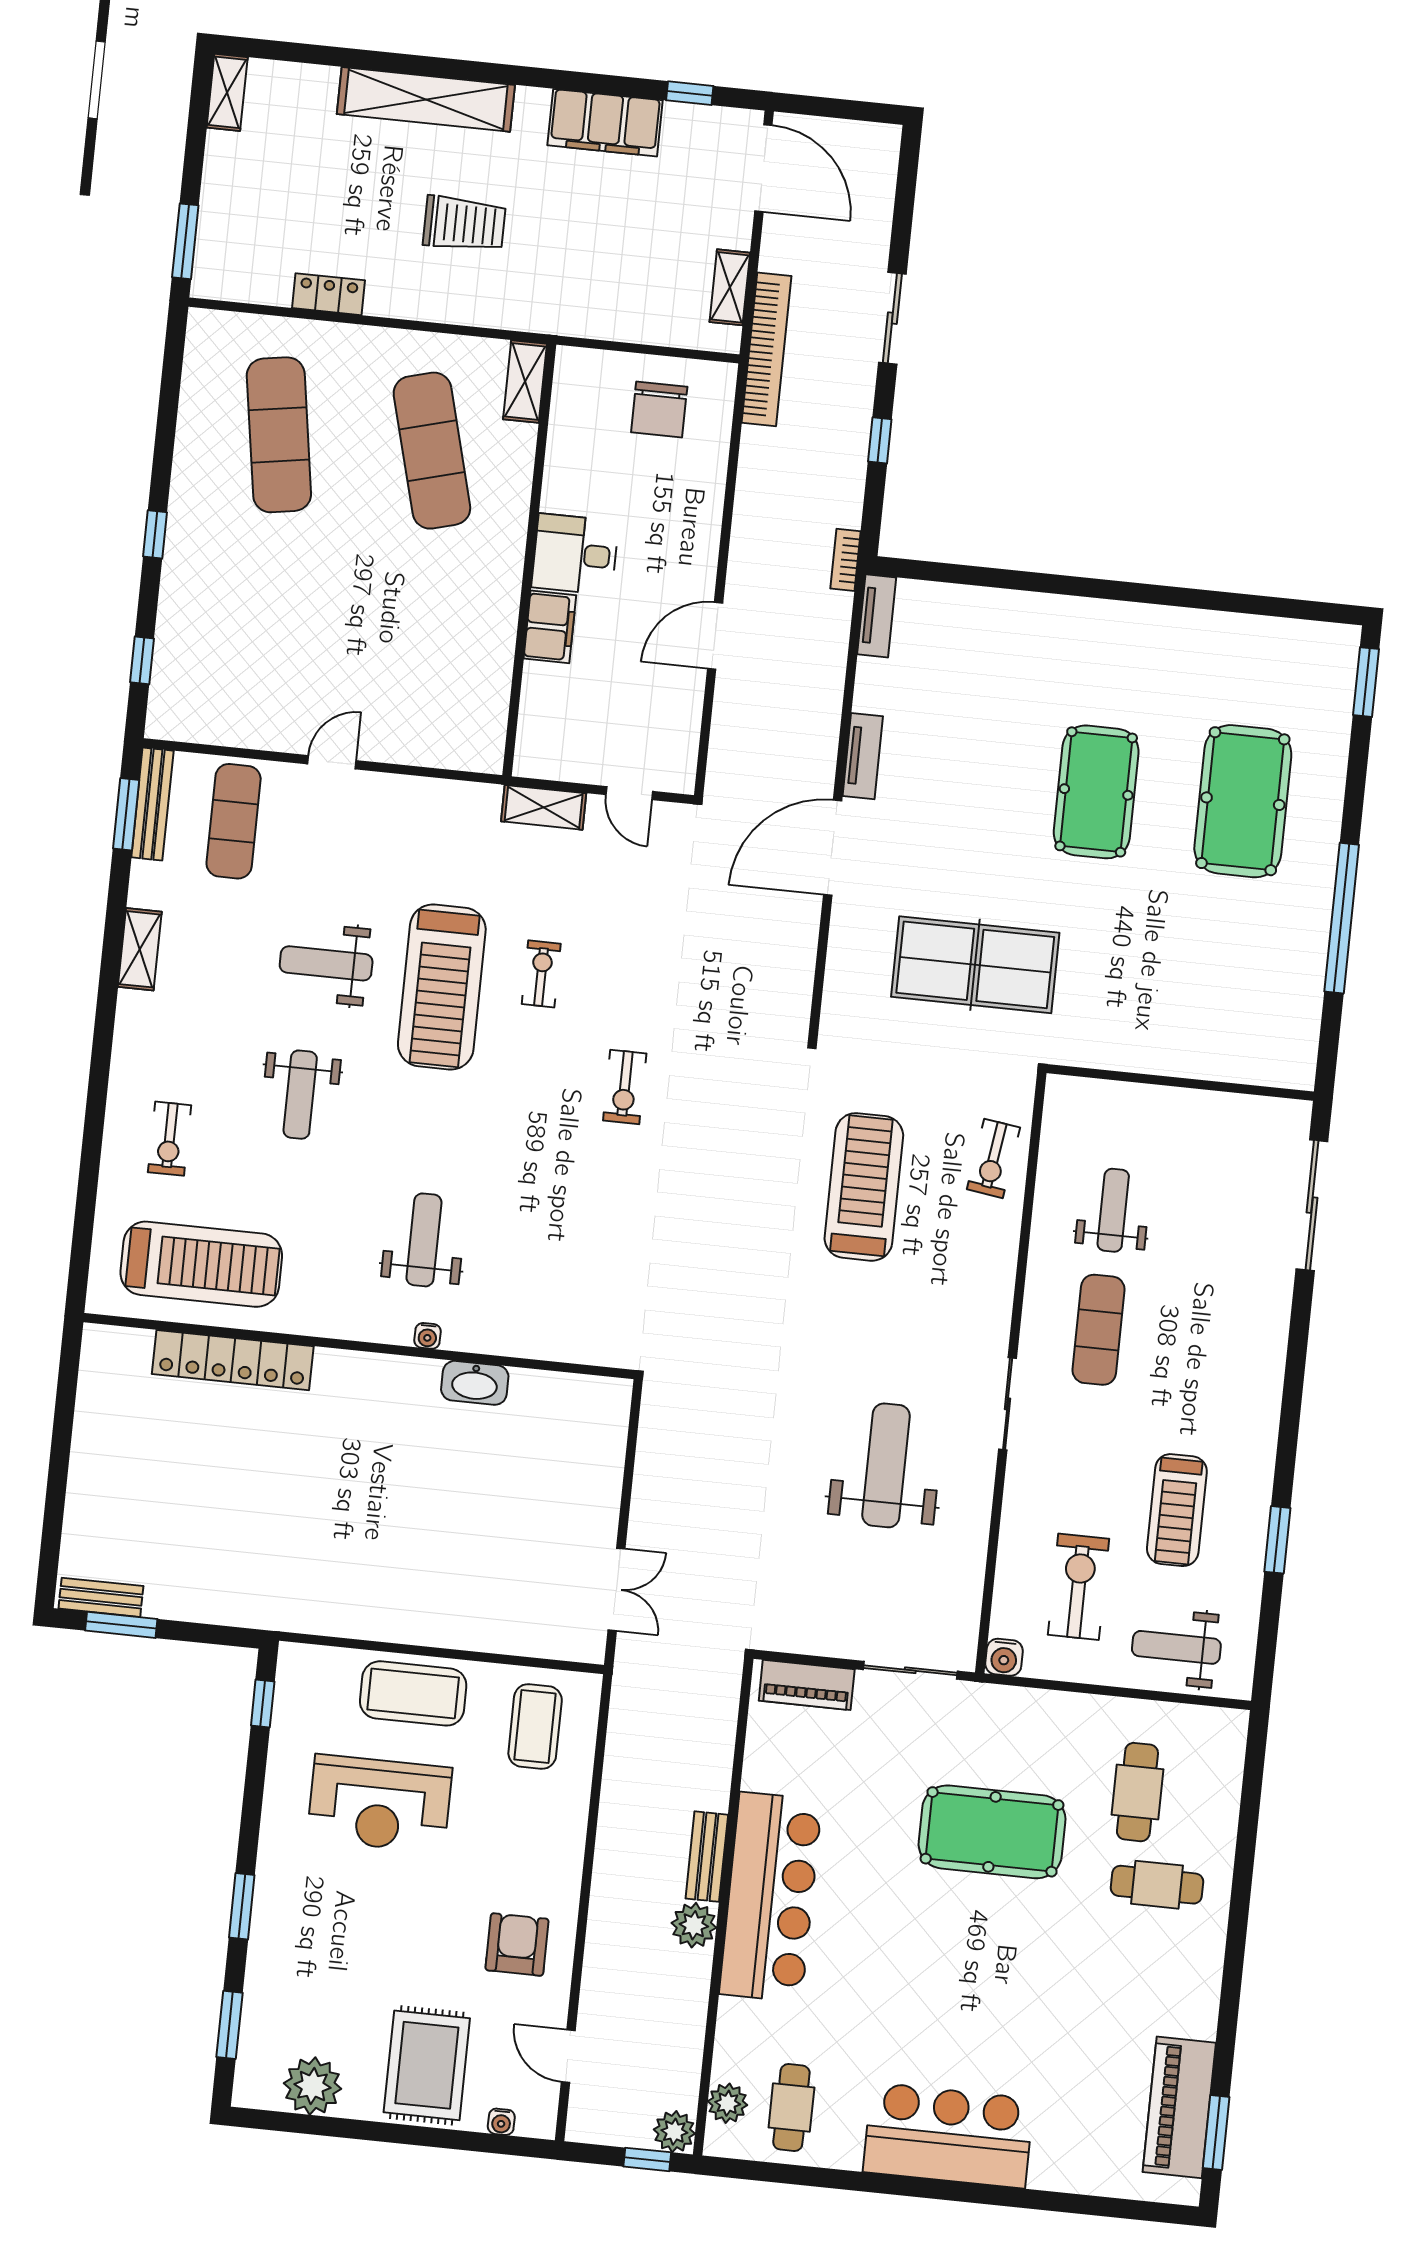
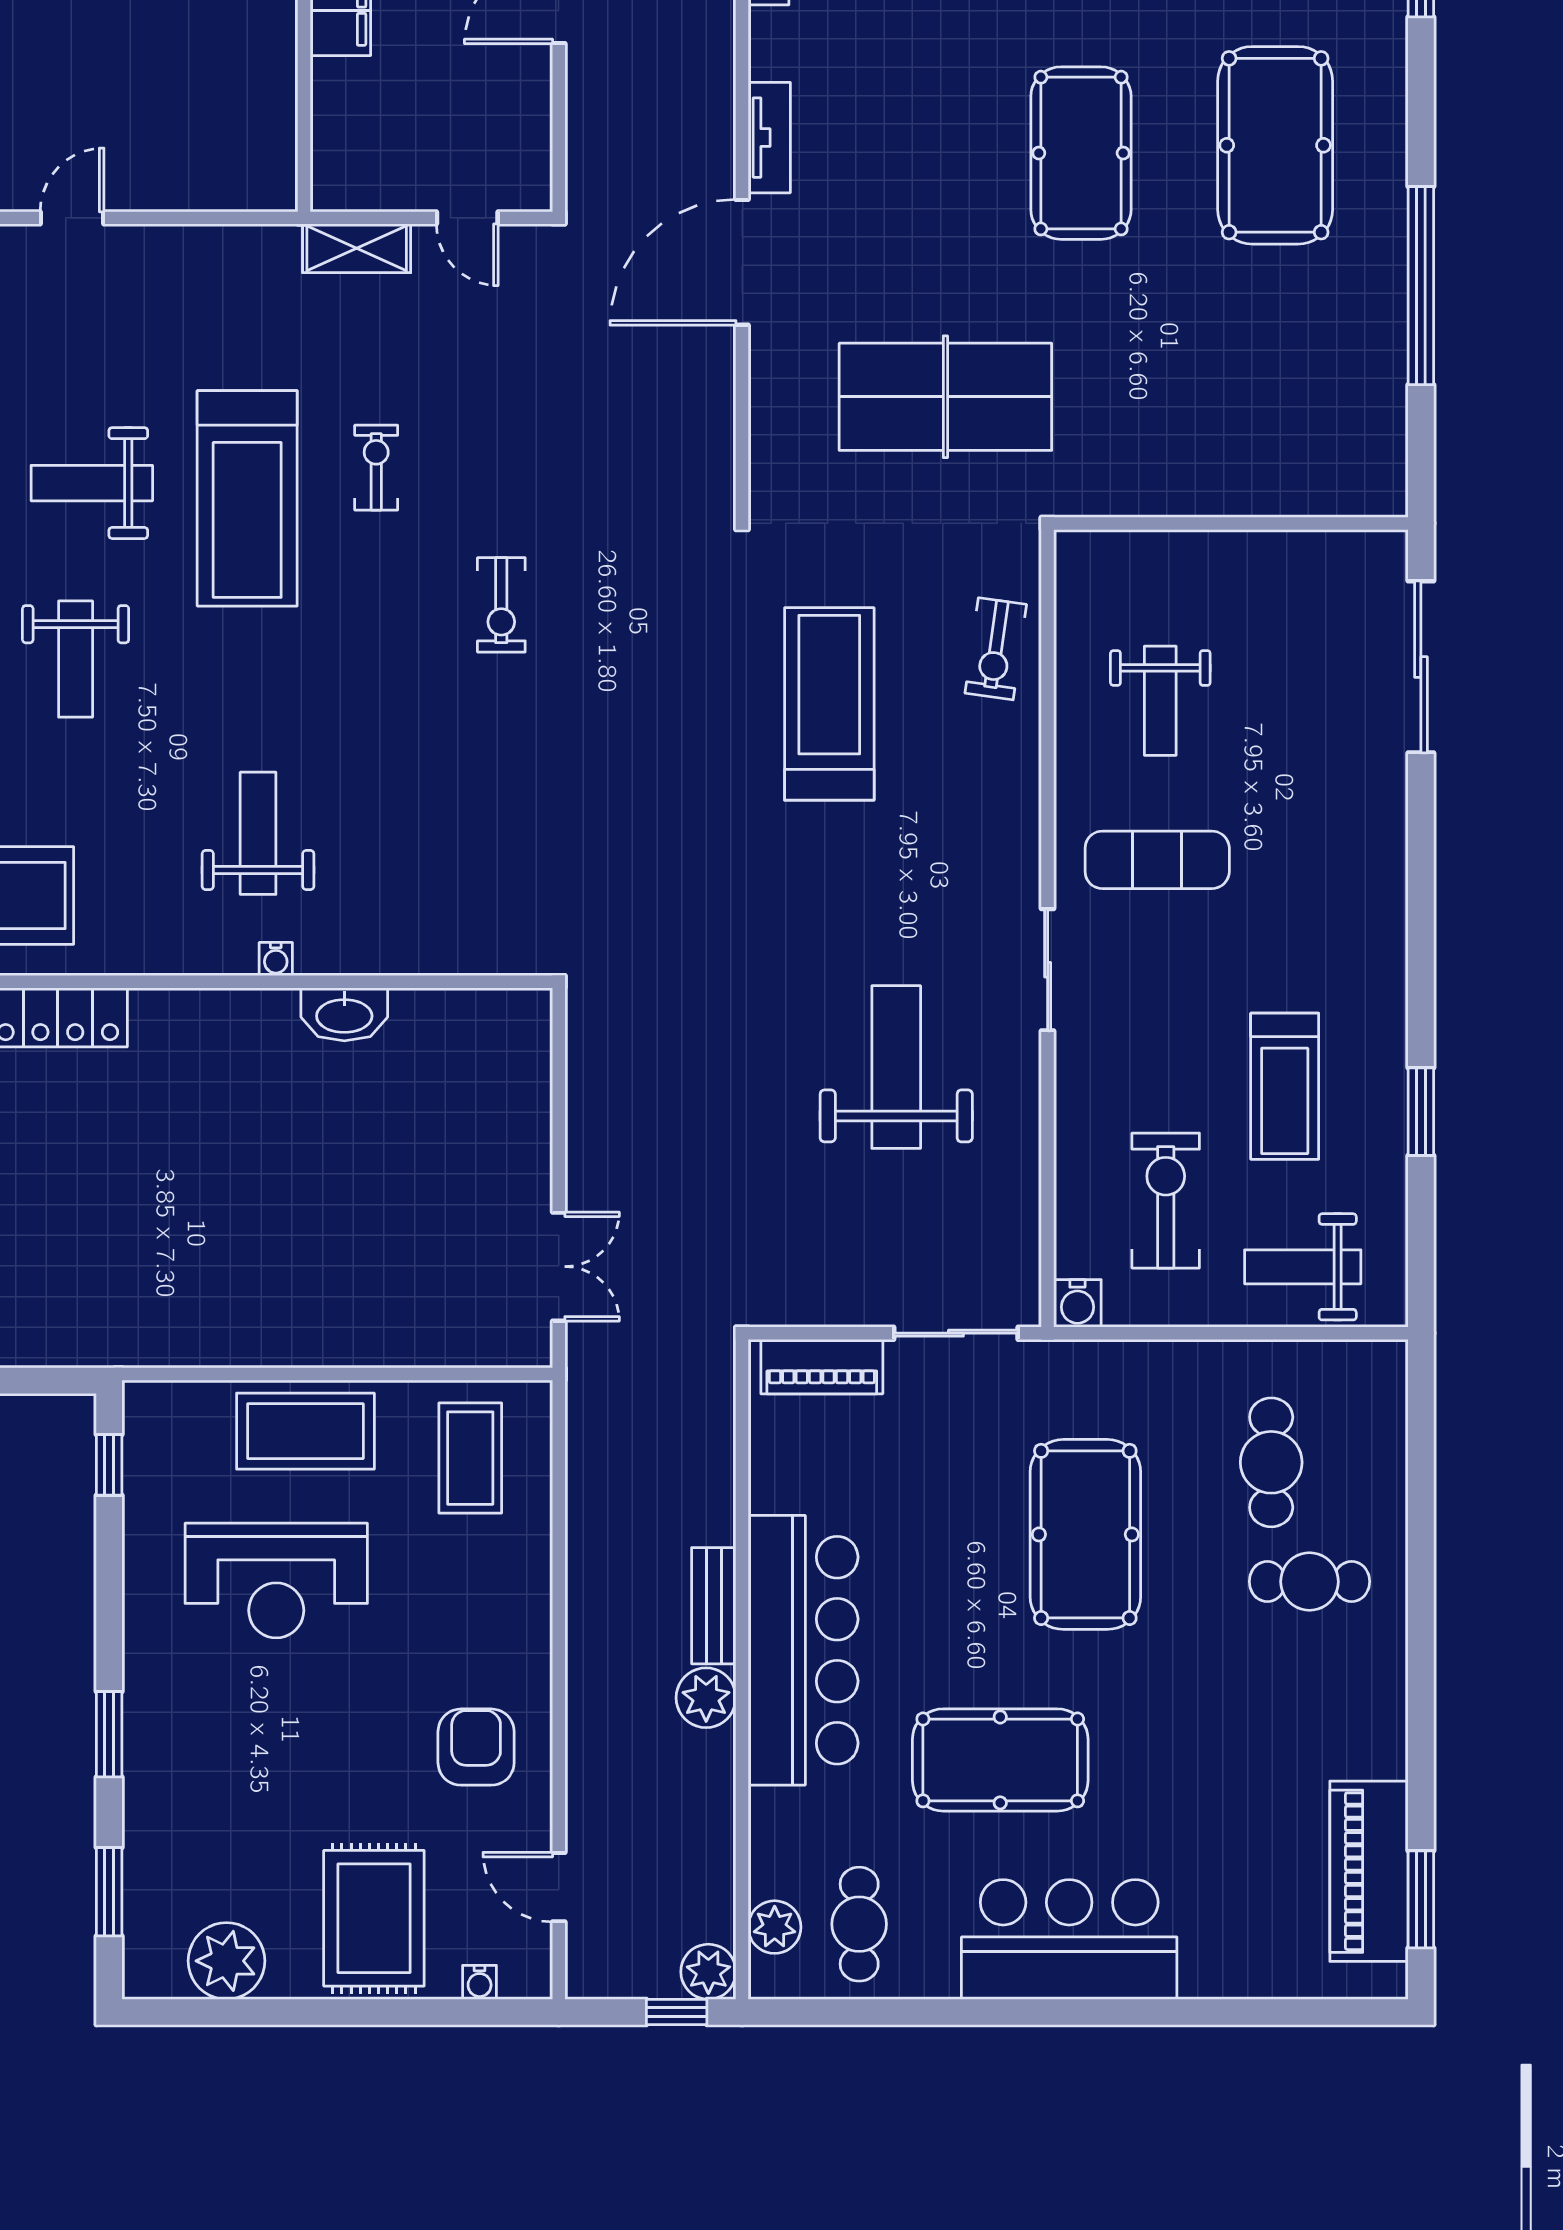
weight bench: (1113, 1210) -> (1160, 701), turned 180
exercise mat: (1099, 1330) -> (1157, 860), turned 90
pool table: (992, 1832) -> (1085, 1534), turned 90
pool table: (910, 1995) -> (1000, 1760), added

